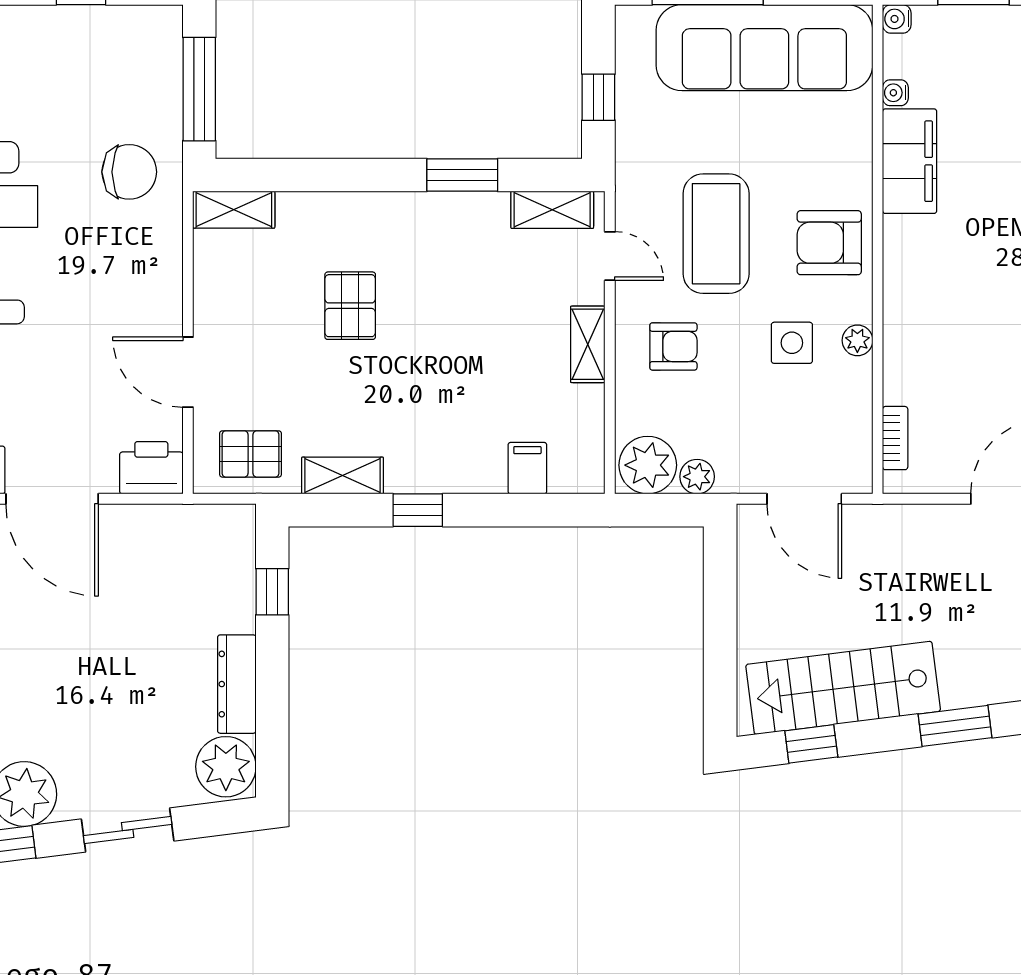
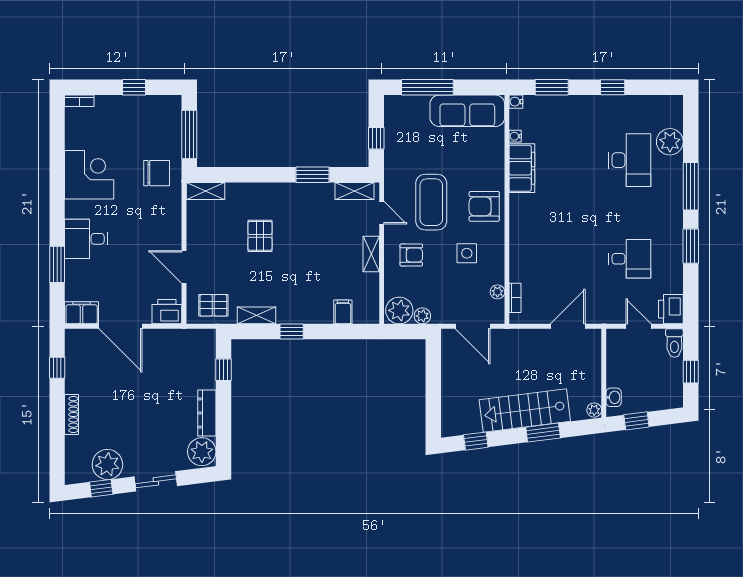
sofa: (764, 48) -> (467, 111), width x0.74, depth x0.79
plant: (857, 340) -> (497, 292), moved
stairs: (843, 688) -> (525, 410), moved

